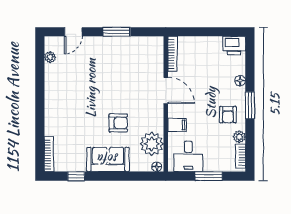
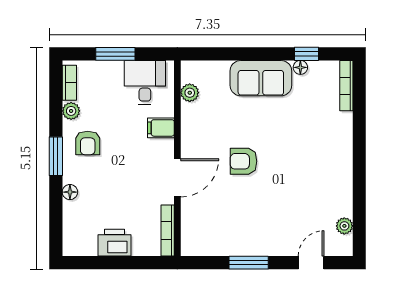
printer: (234, 46) -> (115, 243), moved
door: (166, 90) -> (177, 178), swing flipped
armchair: (228, 115) -> (88, 143), turned 180
armchair: (118, 123) -> (243, 161), moved
plant: (152, 144) -> (190, 93), width x0.53, depth x0.53
floor lamp: (157, 167) -> (300, 67), moved

